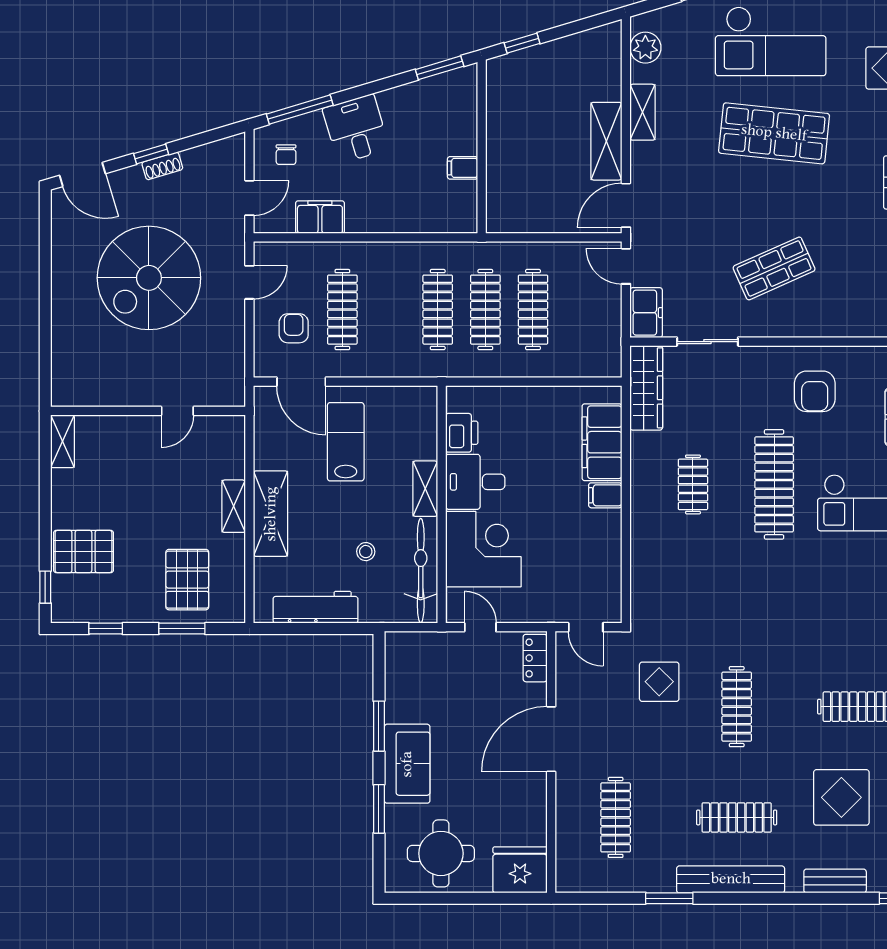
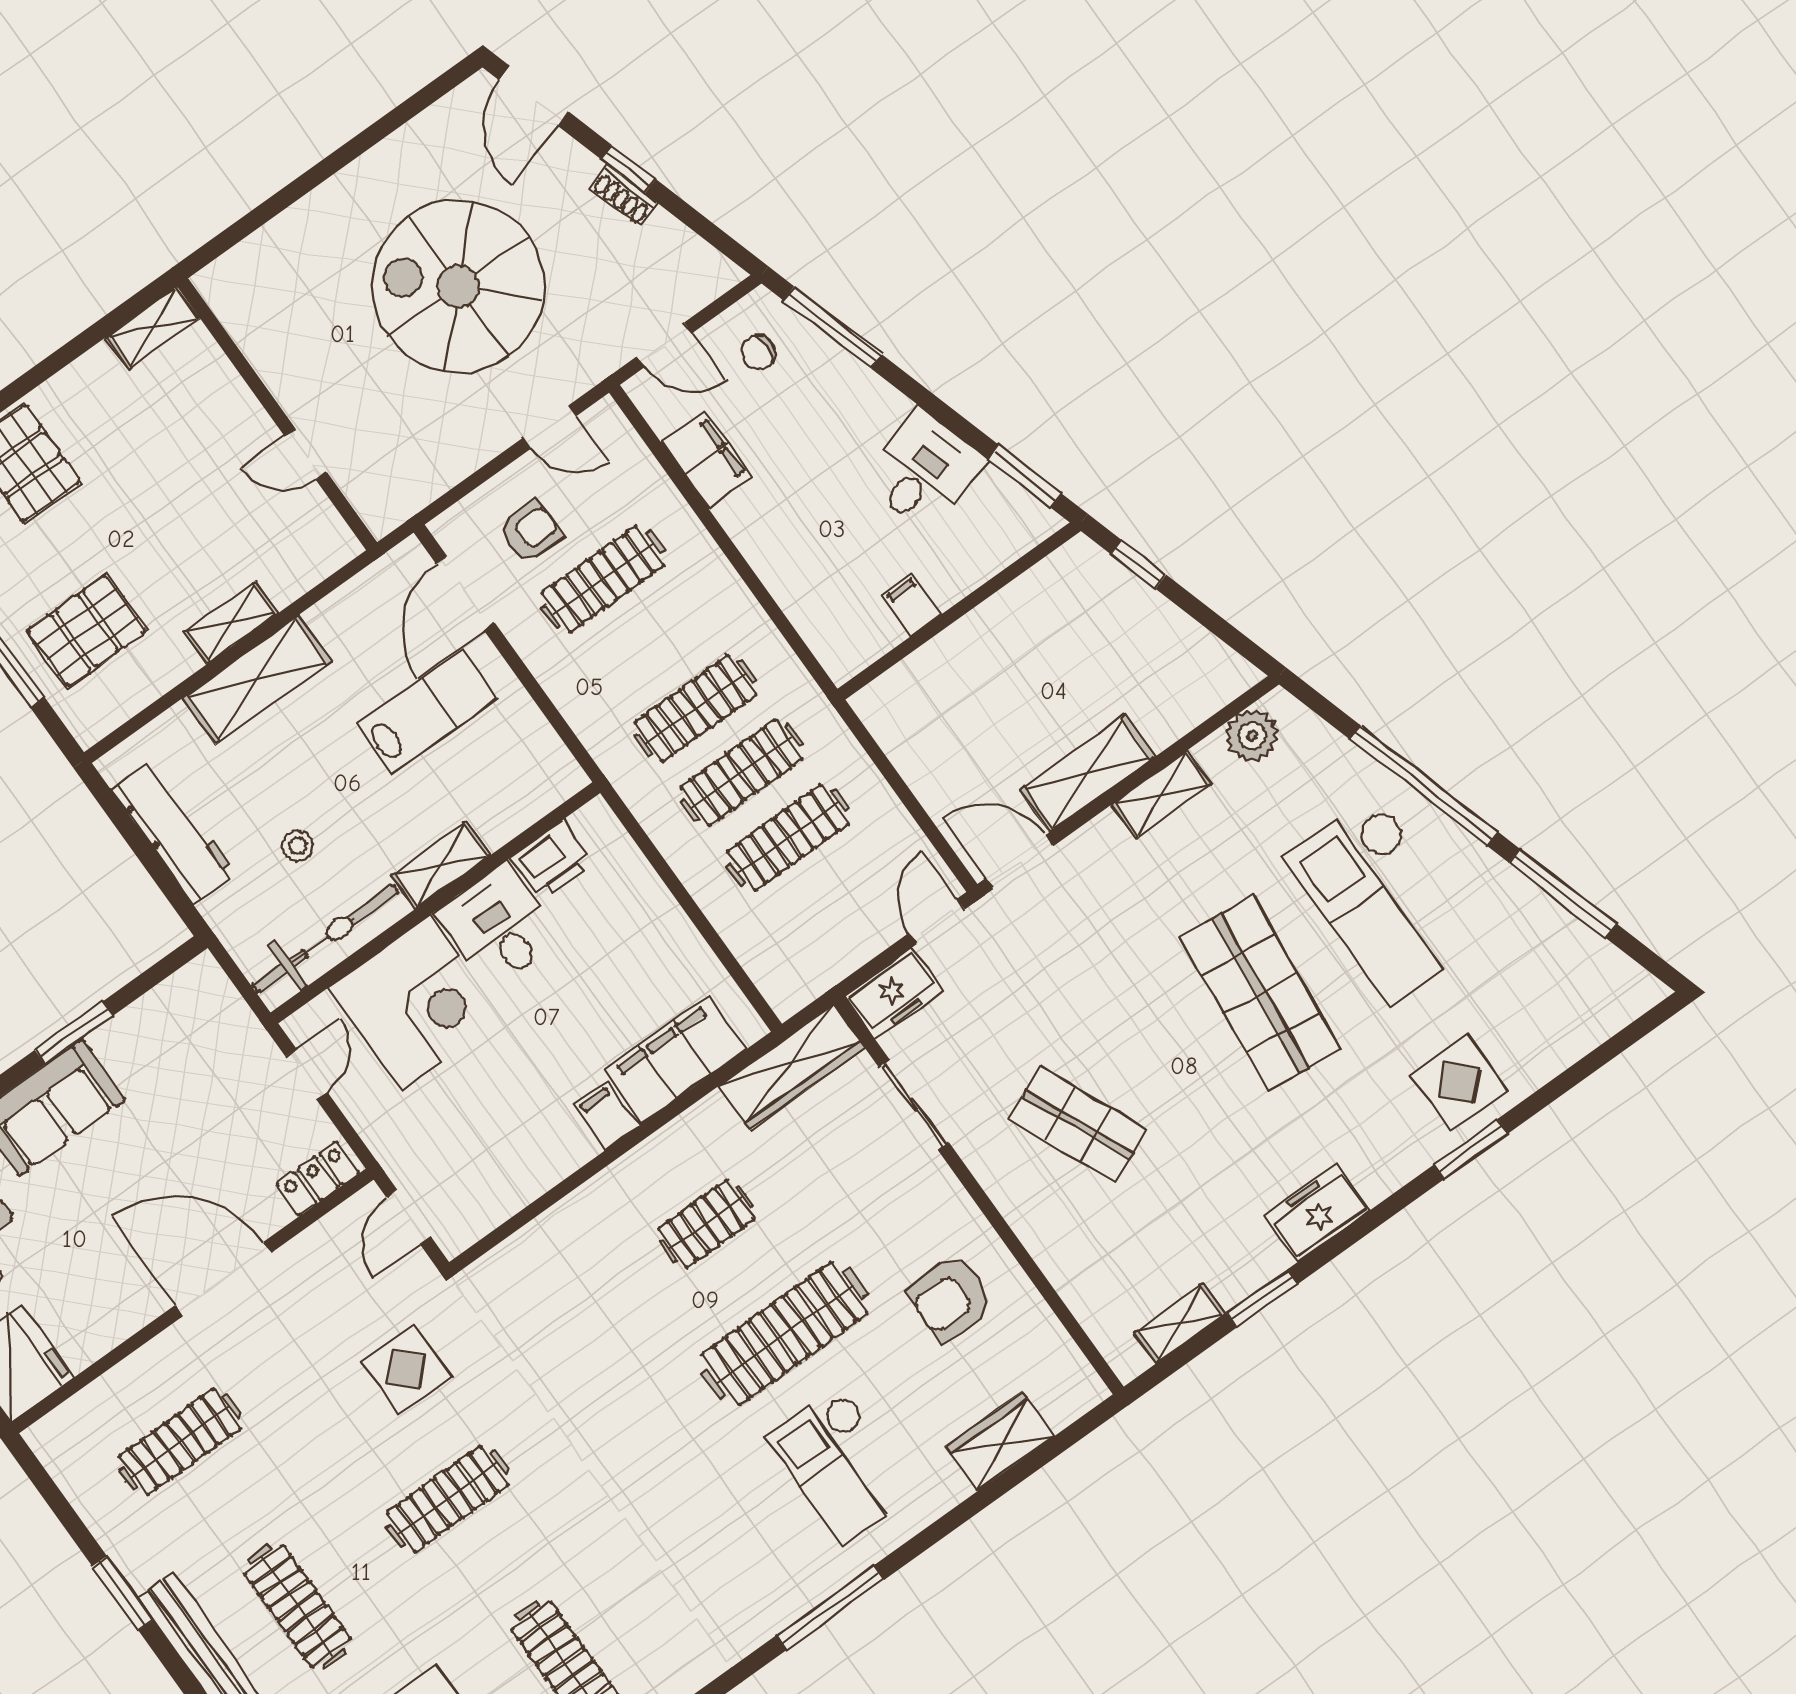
desk: (356, 129) -> (924, 471), moved

